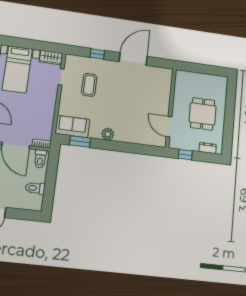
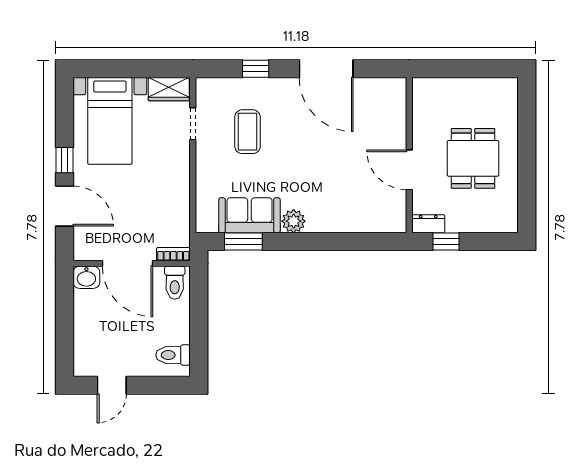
door: (133, 59) -> (326, 69), swing flipped
sofa: (72, 127) -> (249, 215), moved
door: (169, 127) -> (409, 170), moved
dresser: (208, 148) -> (428, 224), moved
toilet: (35, 188) -> (173, 355), moved

